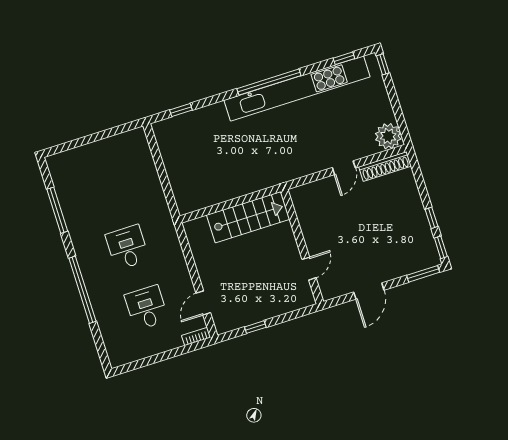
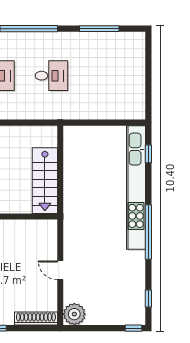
kitchen unit: (297, 88) -> (136, 187), moved
shoe rack: (385, 166) -> (36, 319), moved, turned 90

